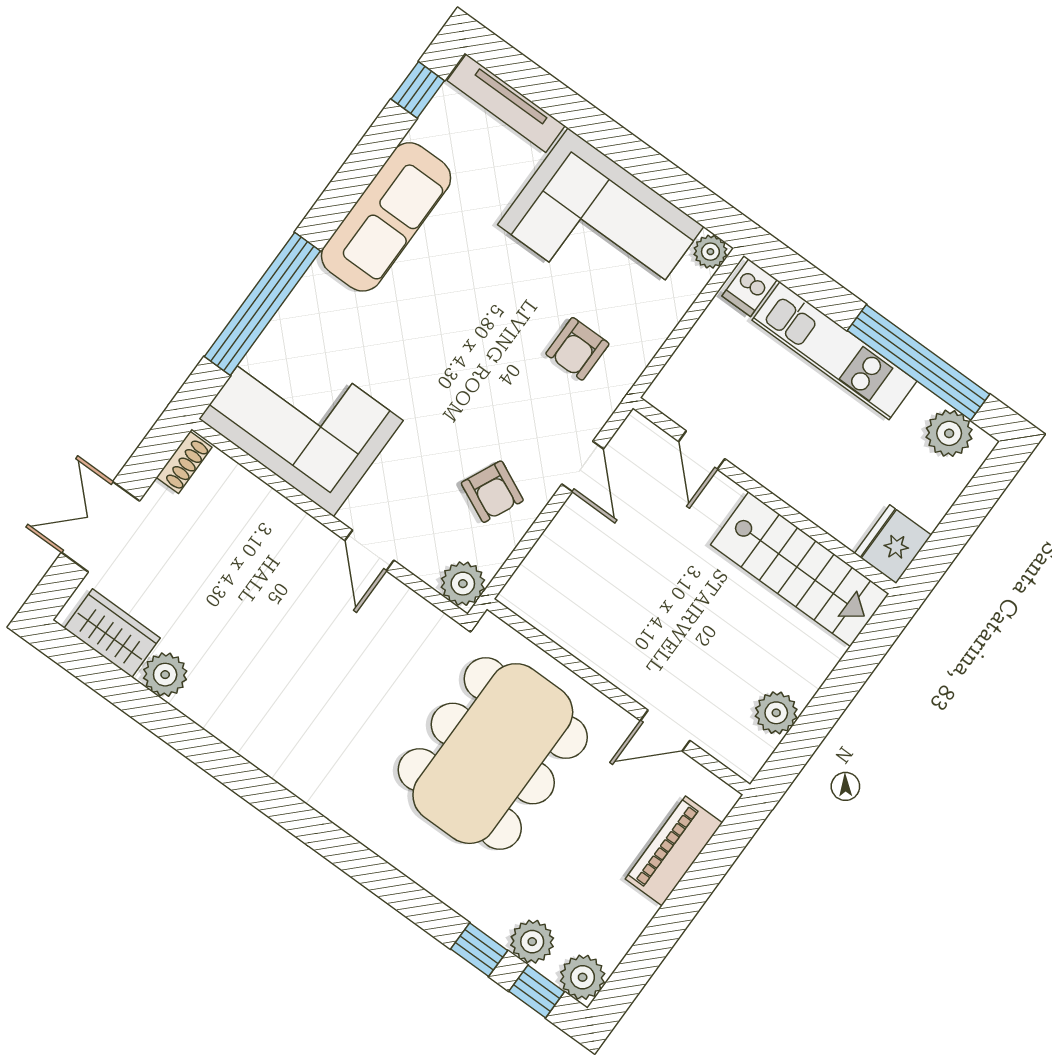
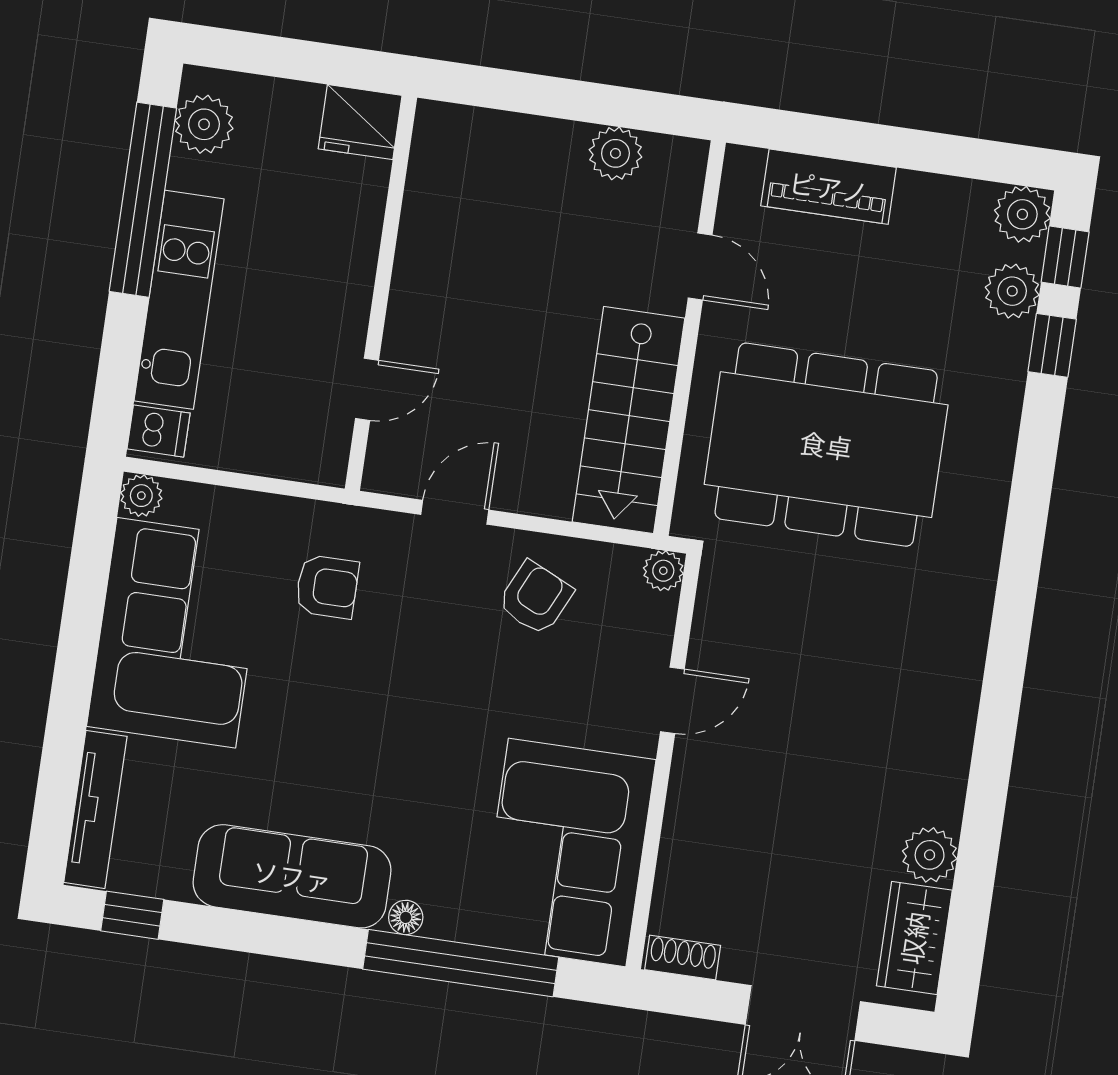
floor lamp: (315, 282) -> (406, 917), added
stairs: (800, 569) -> (629, 420), moved, turned 180
plant: (463, 584) -> (663, 571), width x0.73, depth x0.73

